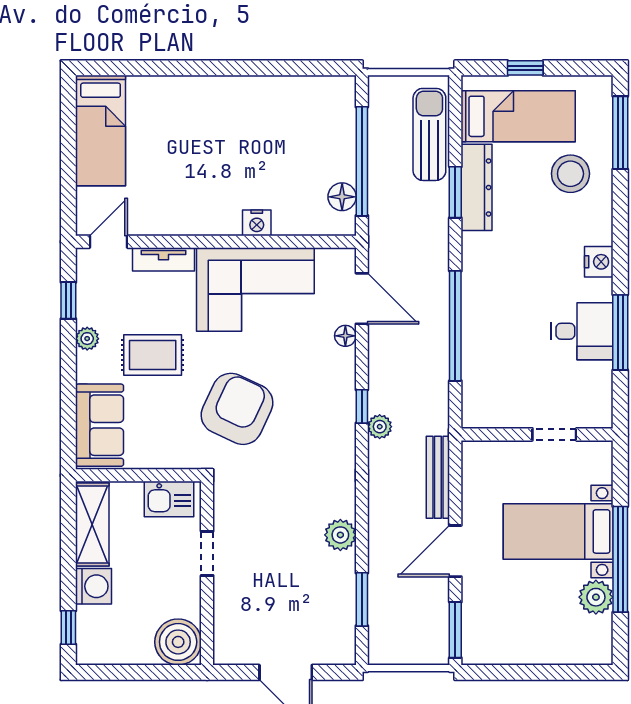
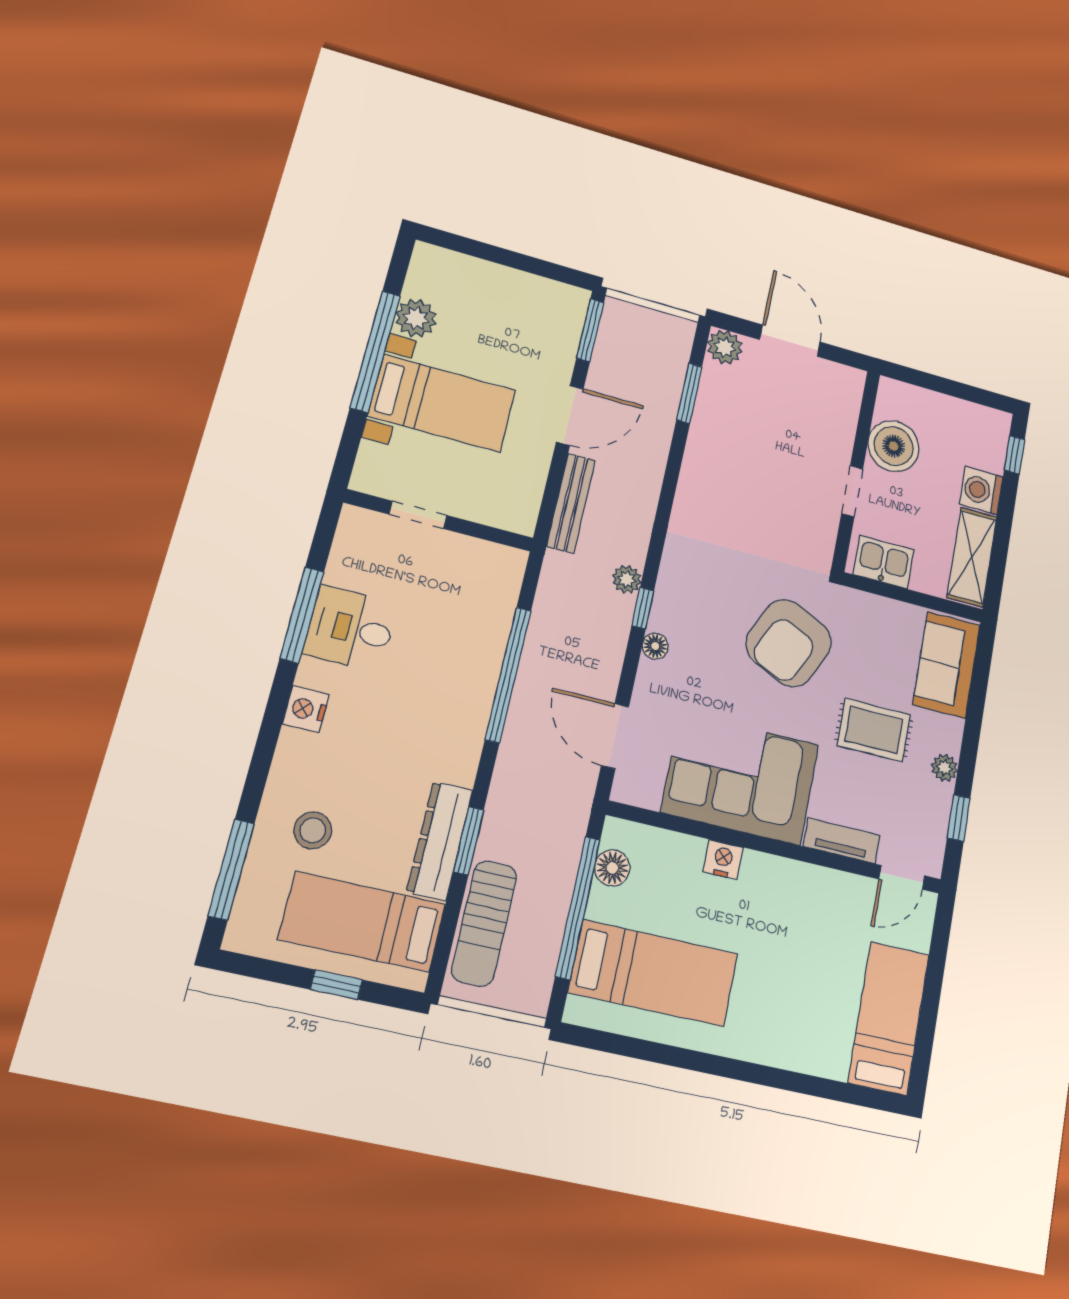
bed: (294, 125) -> (654, 973), added
stool: (570, 174) -> (313, 830), width x0.73, depth x0.73
floor lamp: (345, 336) -> (655, 646), moved
plant: (340, 535) -> (725, 347), moved
boiler: (178, 642) -> (894, 446), moved

